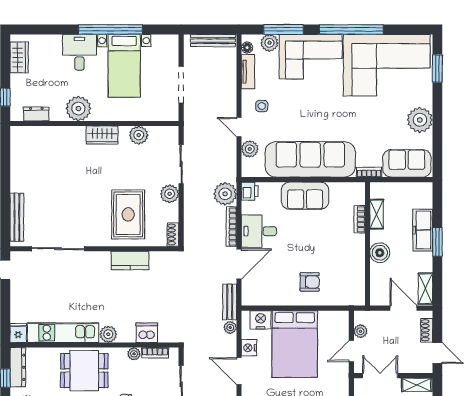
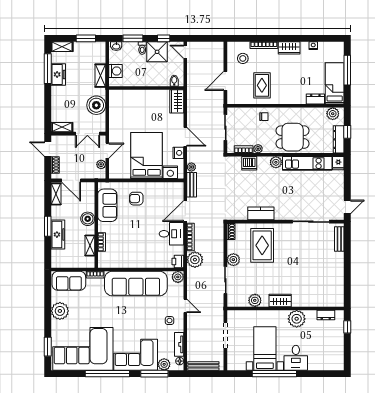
wardrobe: (19, 57) -> (338, 354), removed
plant: (250, 149) -> (178, 277), moved
sofa: (305, 196) -> (107, 205), moved, turned 90
bench: (17, 217) -> (339, 239), width x0.73

